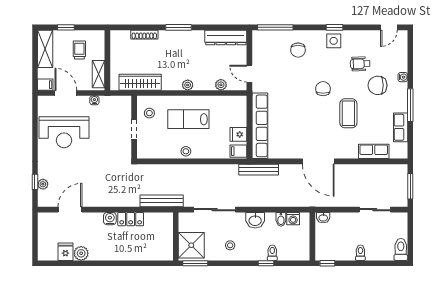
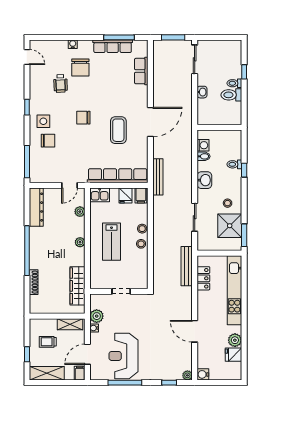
window: (179, 27) -> (27, 251), width x2.11
side table: (334, 41) -> (43, 121), moved
plant: (107, 103) -> (97, 316), added
window: (410, 105) -> (119, 37), moved
kitchen sink: (239, 106) -> (100, 195), added
stool: (149, 113) -> (142, 229), moved
coffee table: (348, 113) -> (118, 130), moved, turned 90
row of seats: (401, 127) -> (113, 46), width x1.48
reception desk: (64, 132) -> (123, 356), turned 180
window: (35, 134) -> (125, 383), added
plant: (43, 184) -> (187, 375), moved
door: (70, 210) -> (195, 331), moved
sliding door: (215, 210) -> (195, 217), width x0.73
sliding door: (375, 210) -> (195, 59), moved
washbasin: (323, 218) -> (202, 92), moved
water cooler: (110, 219) -> (203, 374), moved
locker: (131, 219) -> (203, 278), moved
shower: (191, 245) -> (230, 226), moved
toilet: (401, 249) -> (231, 95), moved
kitchen unit: (135, 253) -> (234, 290), added
window: (327, 263) -> (244, 72), moved

